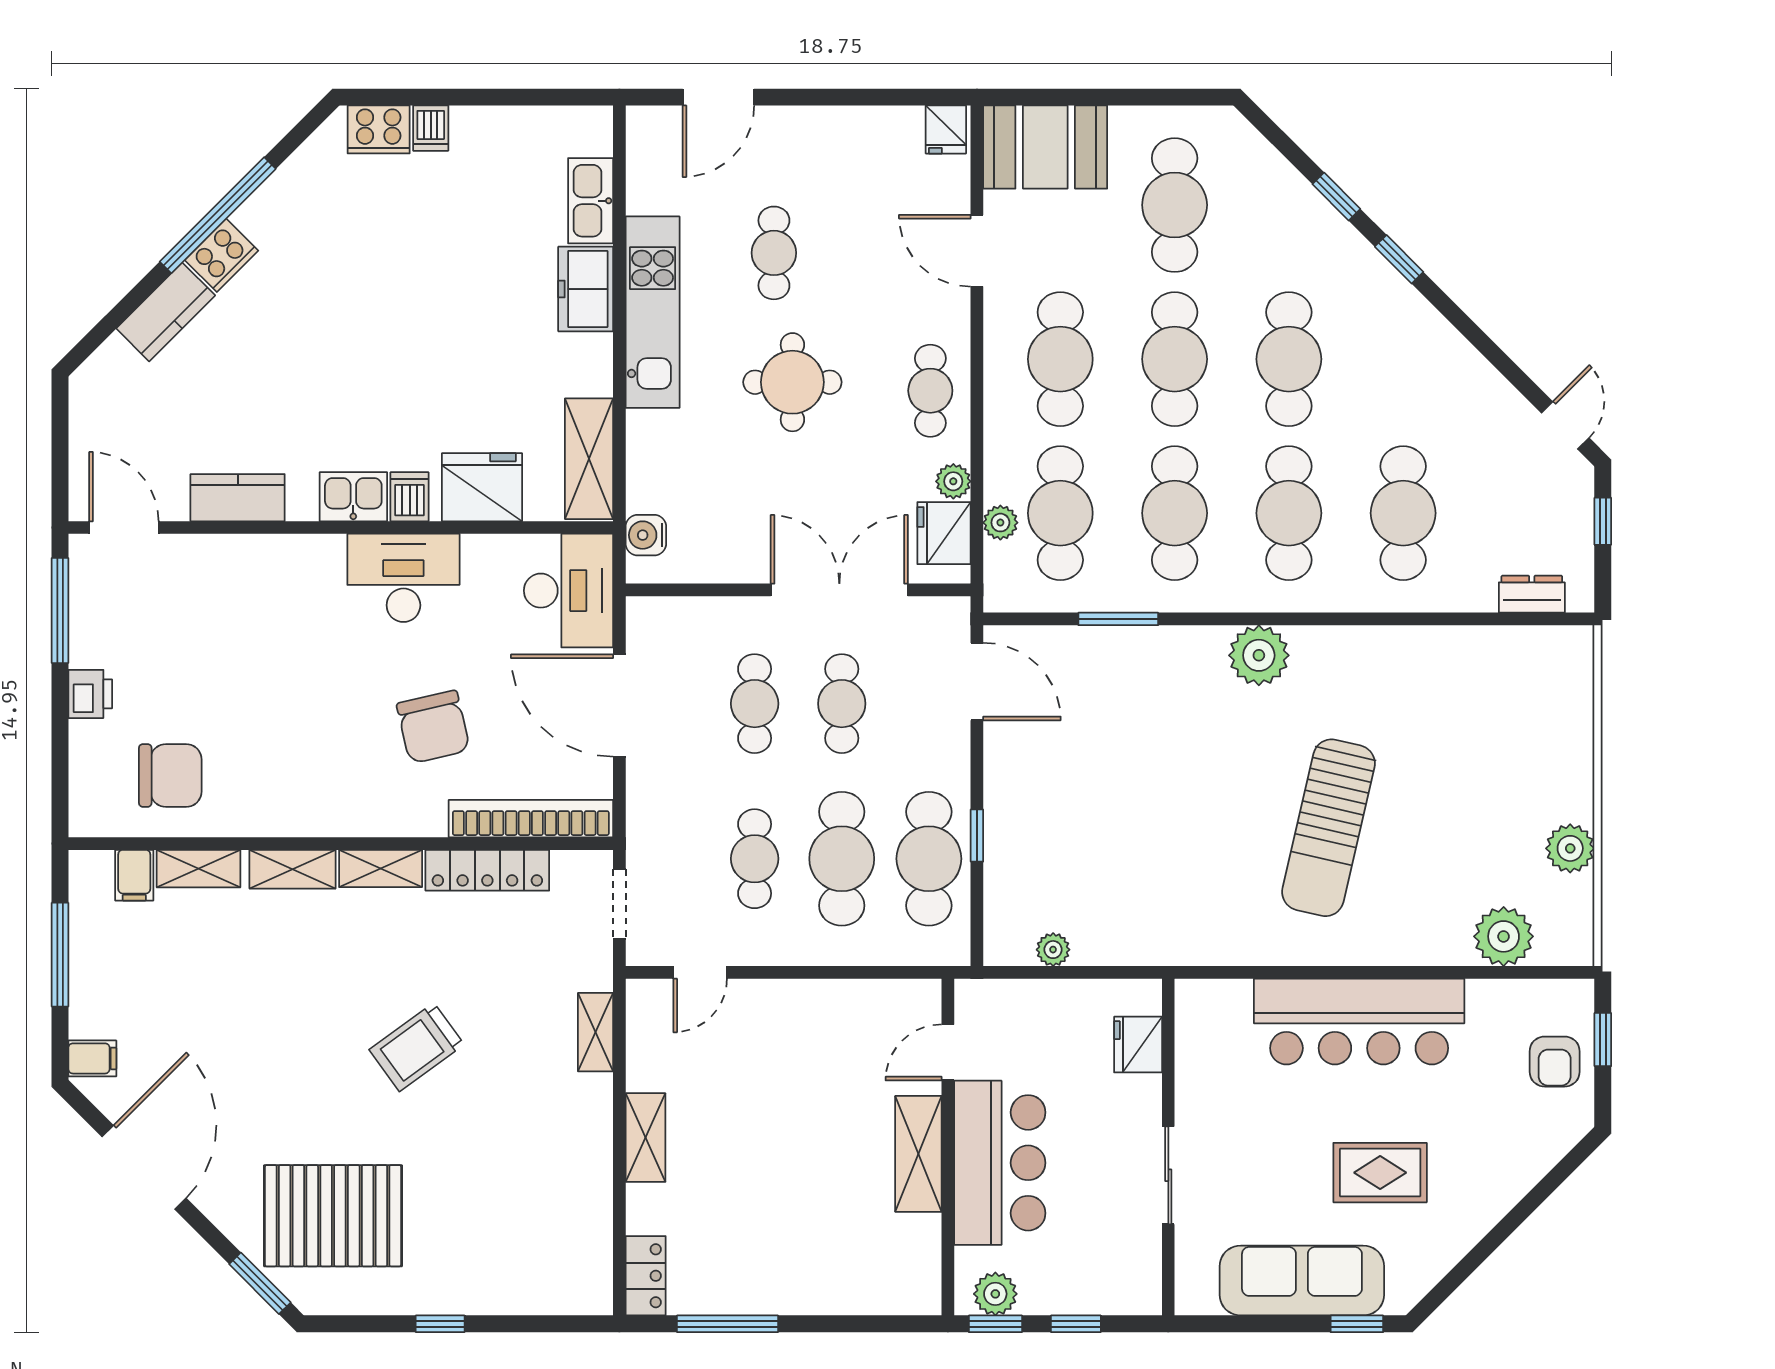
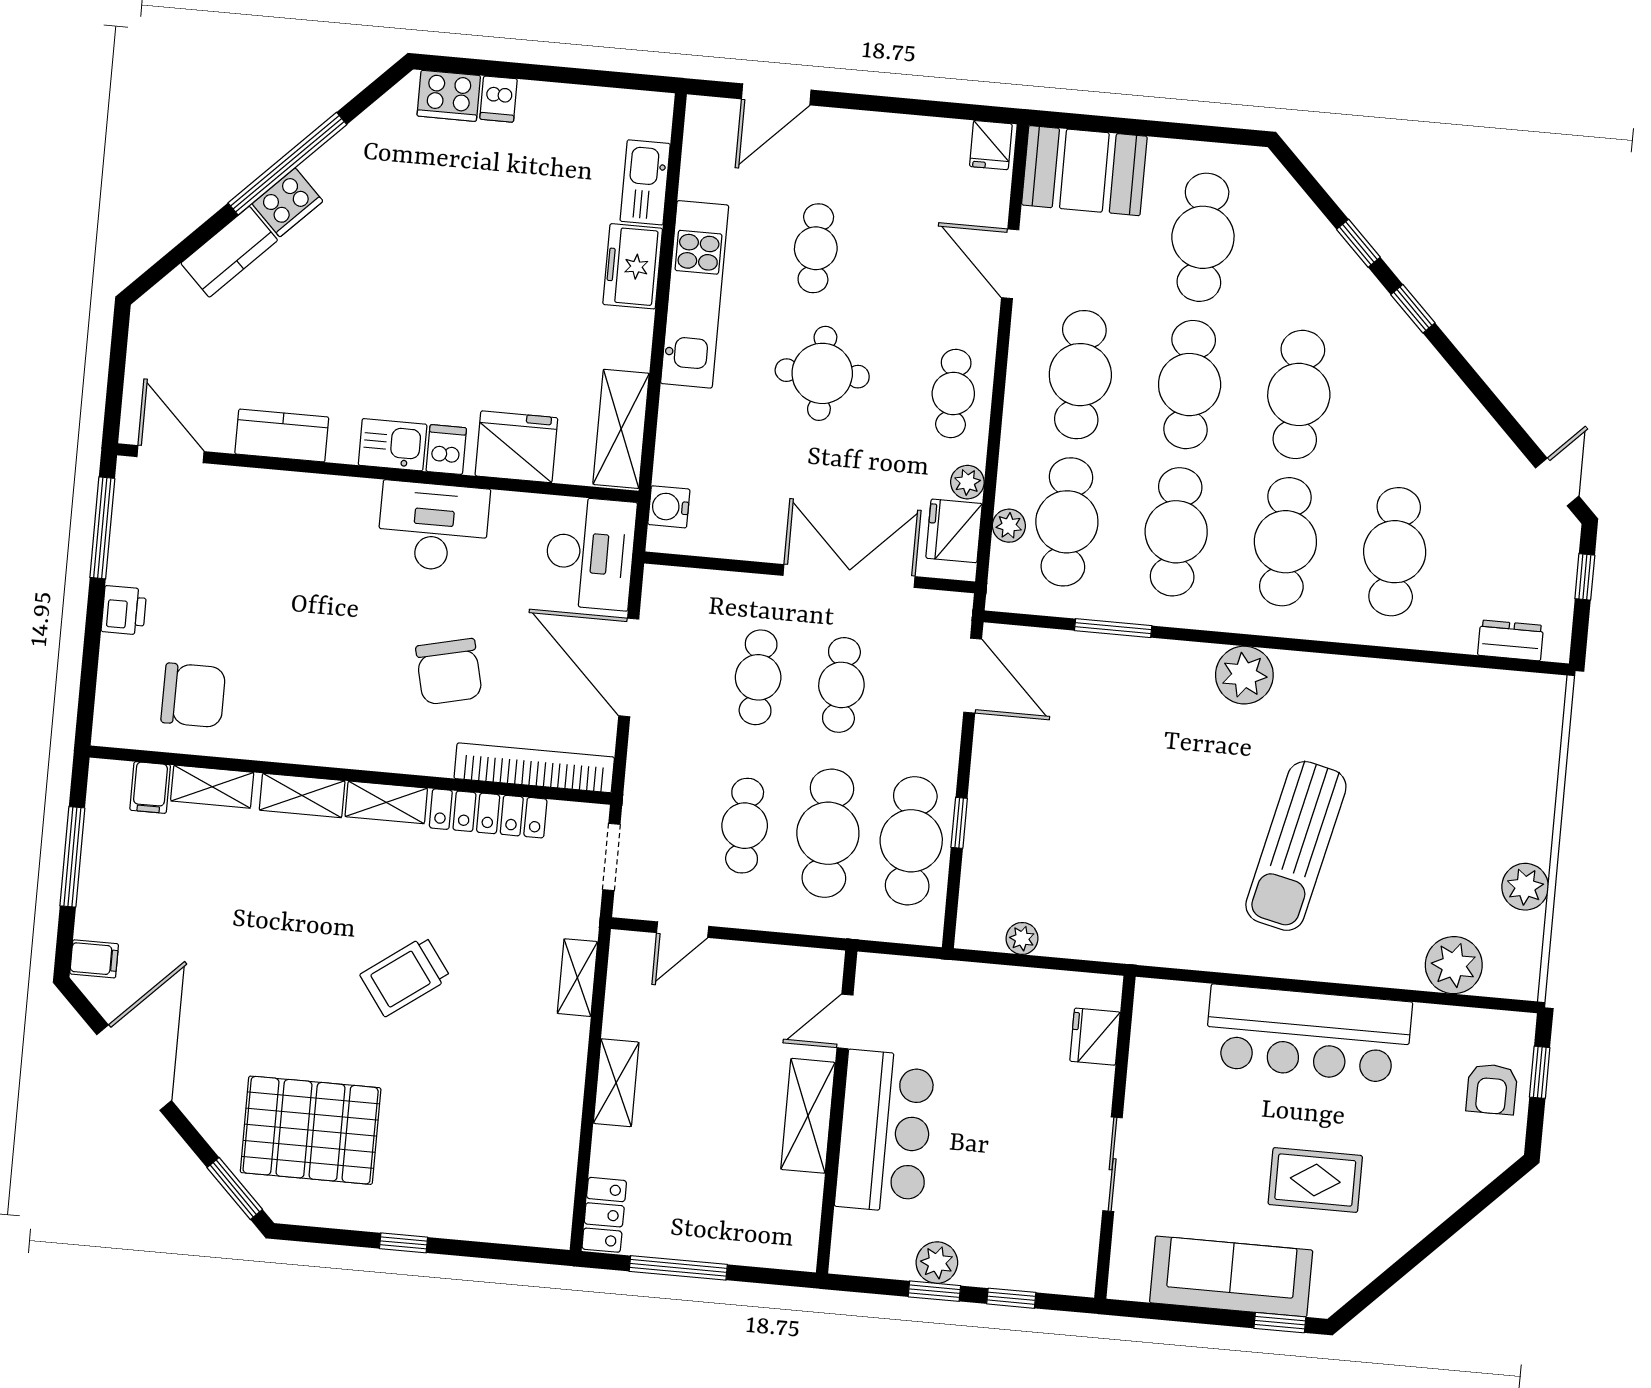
door: (948, 1052) -> (845, 1021), moved
wall: (948, 1147) -> (837, 1112), moved
shelving: (918, 1154) -> (808, 1116), moved
bar counter: (1000, 1163) -> (885, 1131), moved

